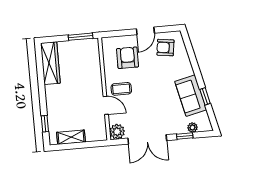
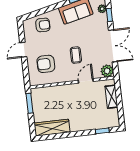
door: (145, 31) -> (23, 50), swing flipped
armchair: (165, 48) -> (43, 25), moved, turned -98
coffee table: (121, 89) -> (76, 55), moved
shelving: (71, 137) -> (111, 97), moved

